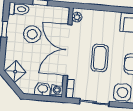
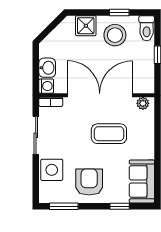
stool: (32, 34) -> (115, 35), moved
coffee table: (100, 58) -> (109, 134), moved
shower: (15, 72) -> (86, 26), moved, turned 45

